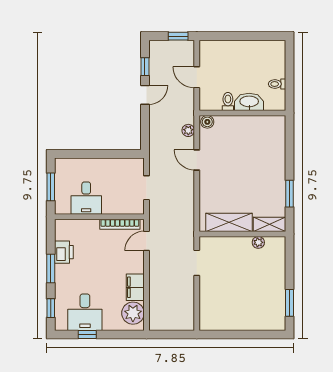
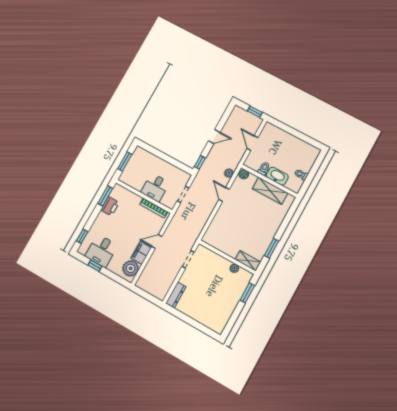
window: (145, 67) -> (200, 162), moved
desk: (86, 198) -> (155, 187), moved
shelving: (229, 222) -> (270, 191), moved
door: (147, 241) -> (157, 241), moved
window: (51, 269) -> (105, 196), moved
window: (289, 303) -> (247, 293), moved
dresser: (206, 314) -> (176, 295), added

